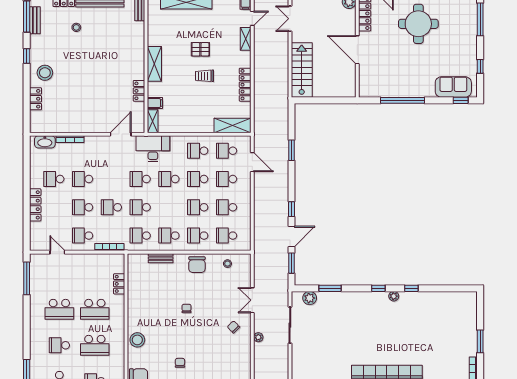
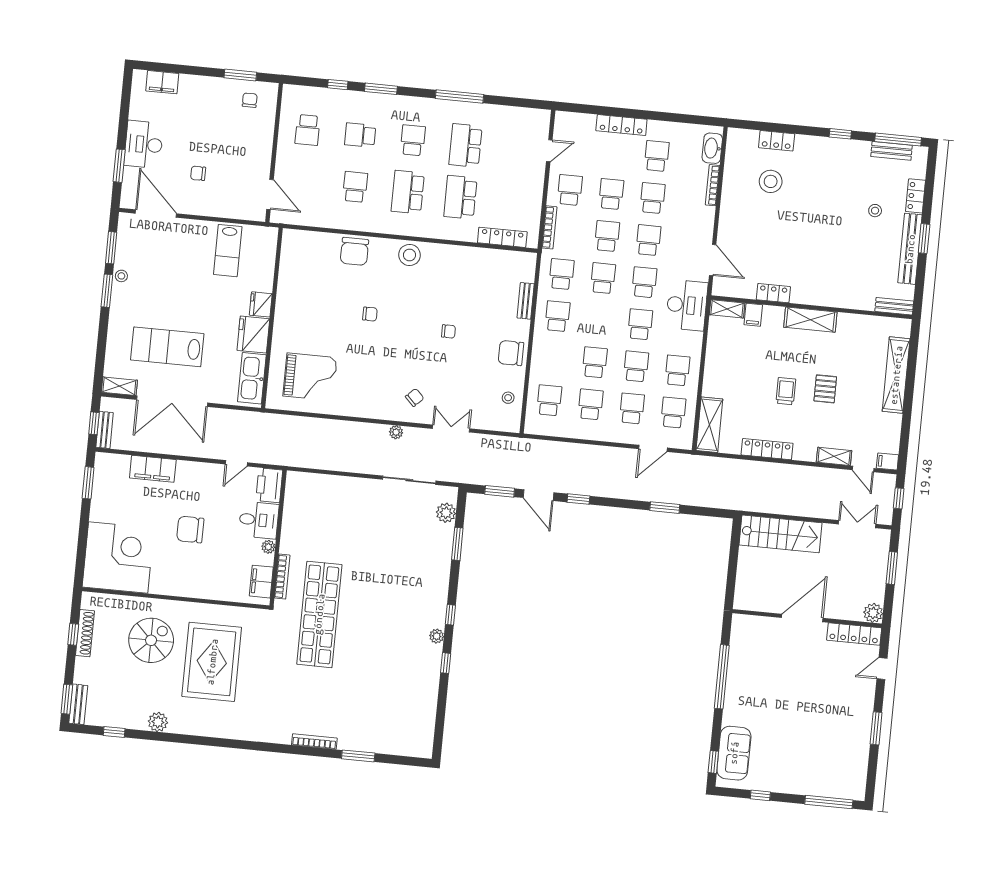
round table: (418, 24) -> (831, 711), removed
stool: (45, 73) -> (771, 181), moved
school desk: (198, 236) -> (648, 240), moved
window: (27, 278) -> (459, 97), moved
locker: (119, 284) -> (502, 237), width x1.53

